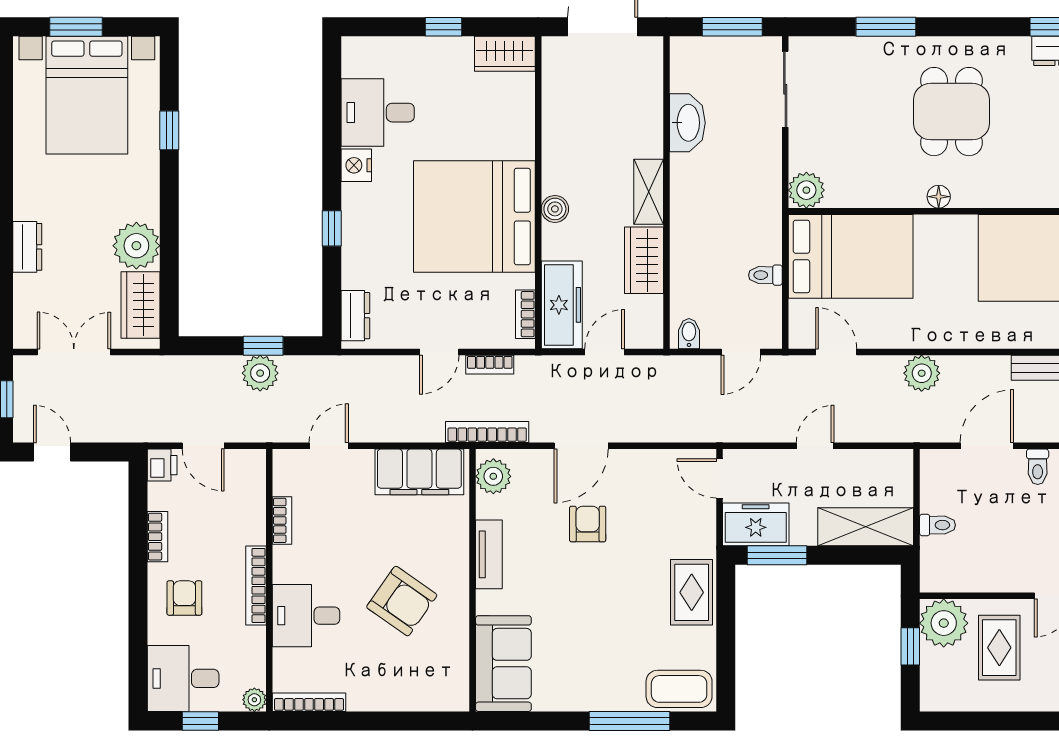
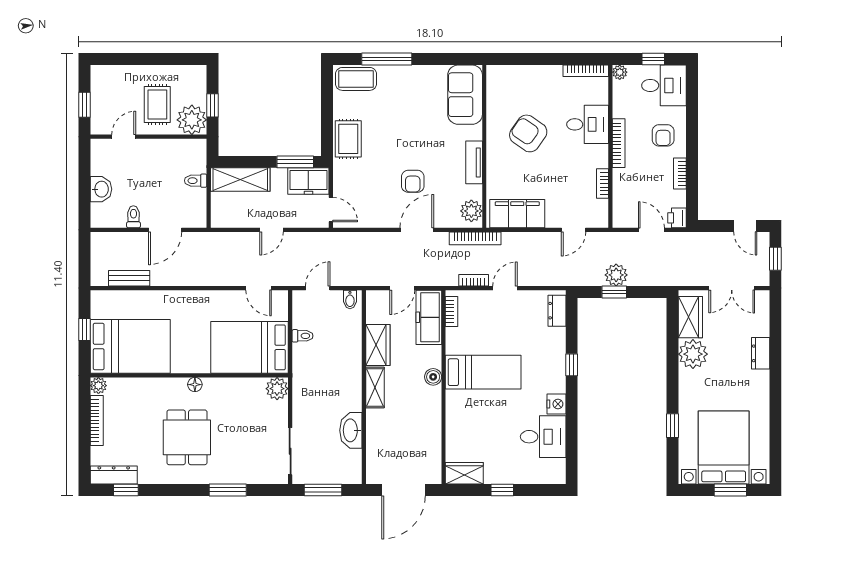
bed: (474, 217) -> (483, 372), width x0.49
plant: (922, 373) -> (205, 275), removed

